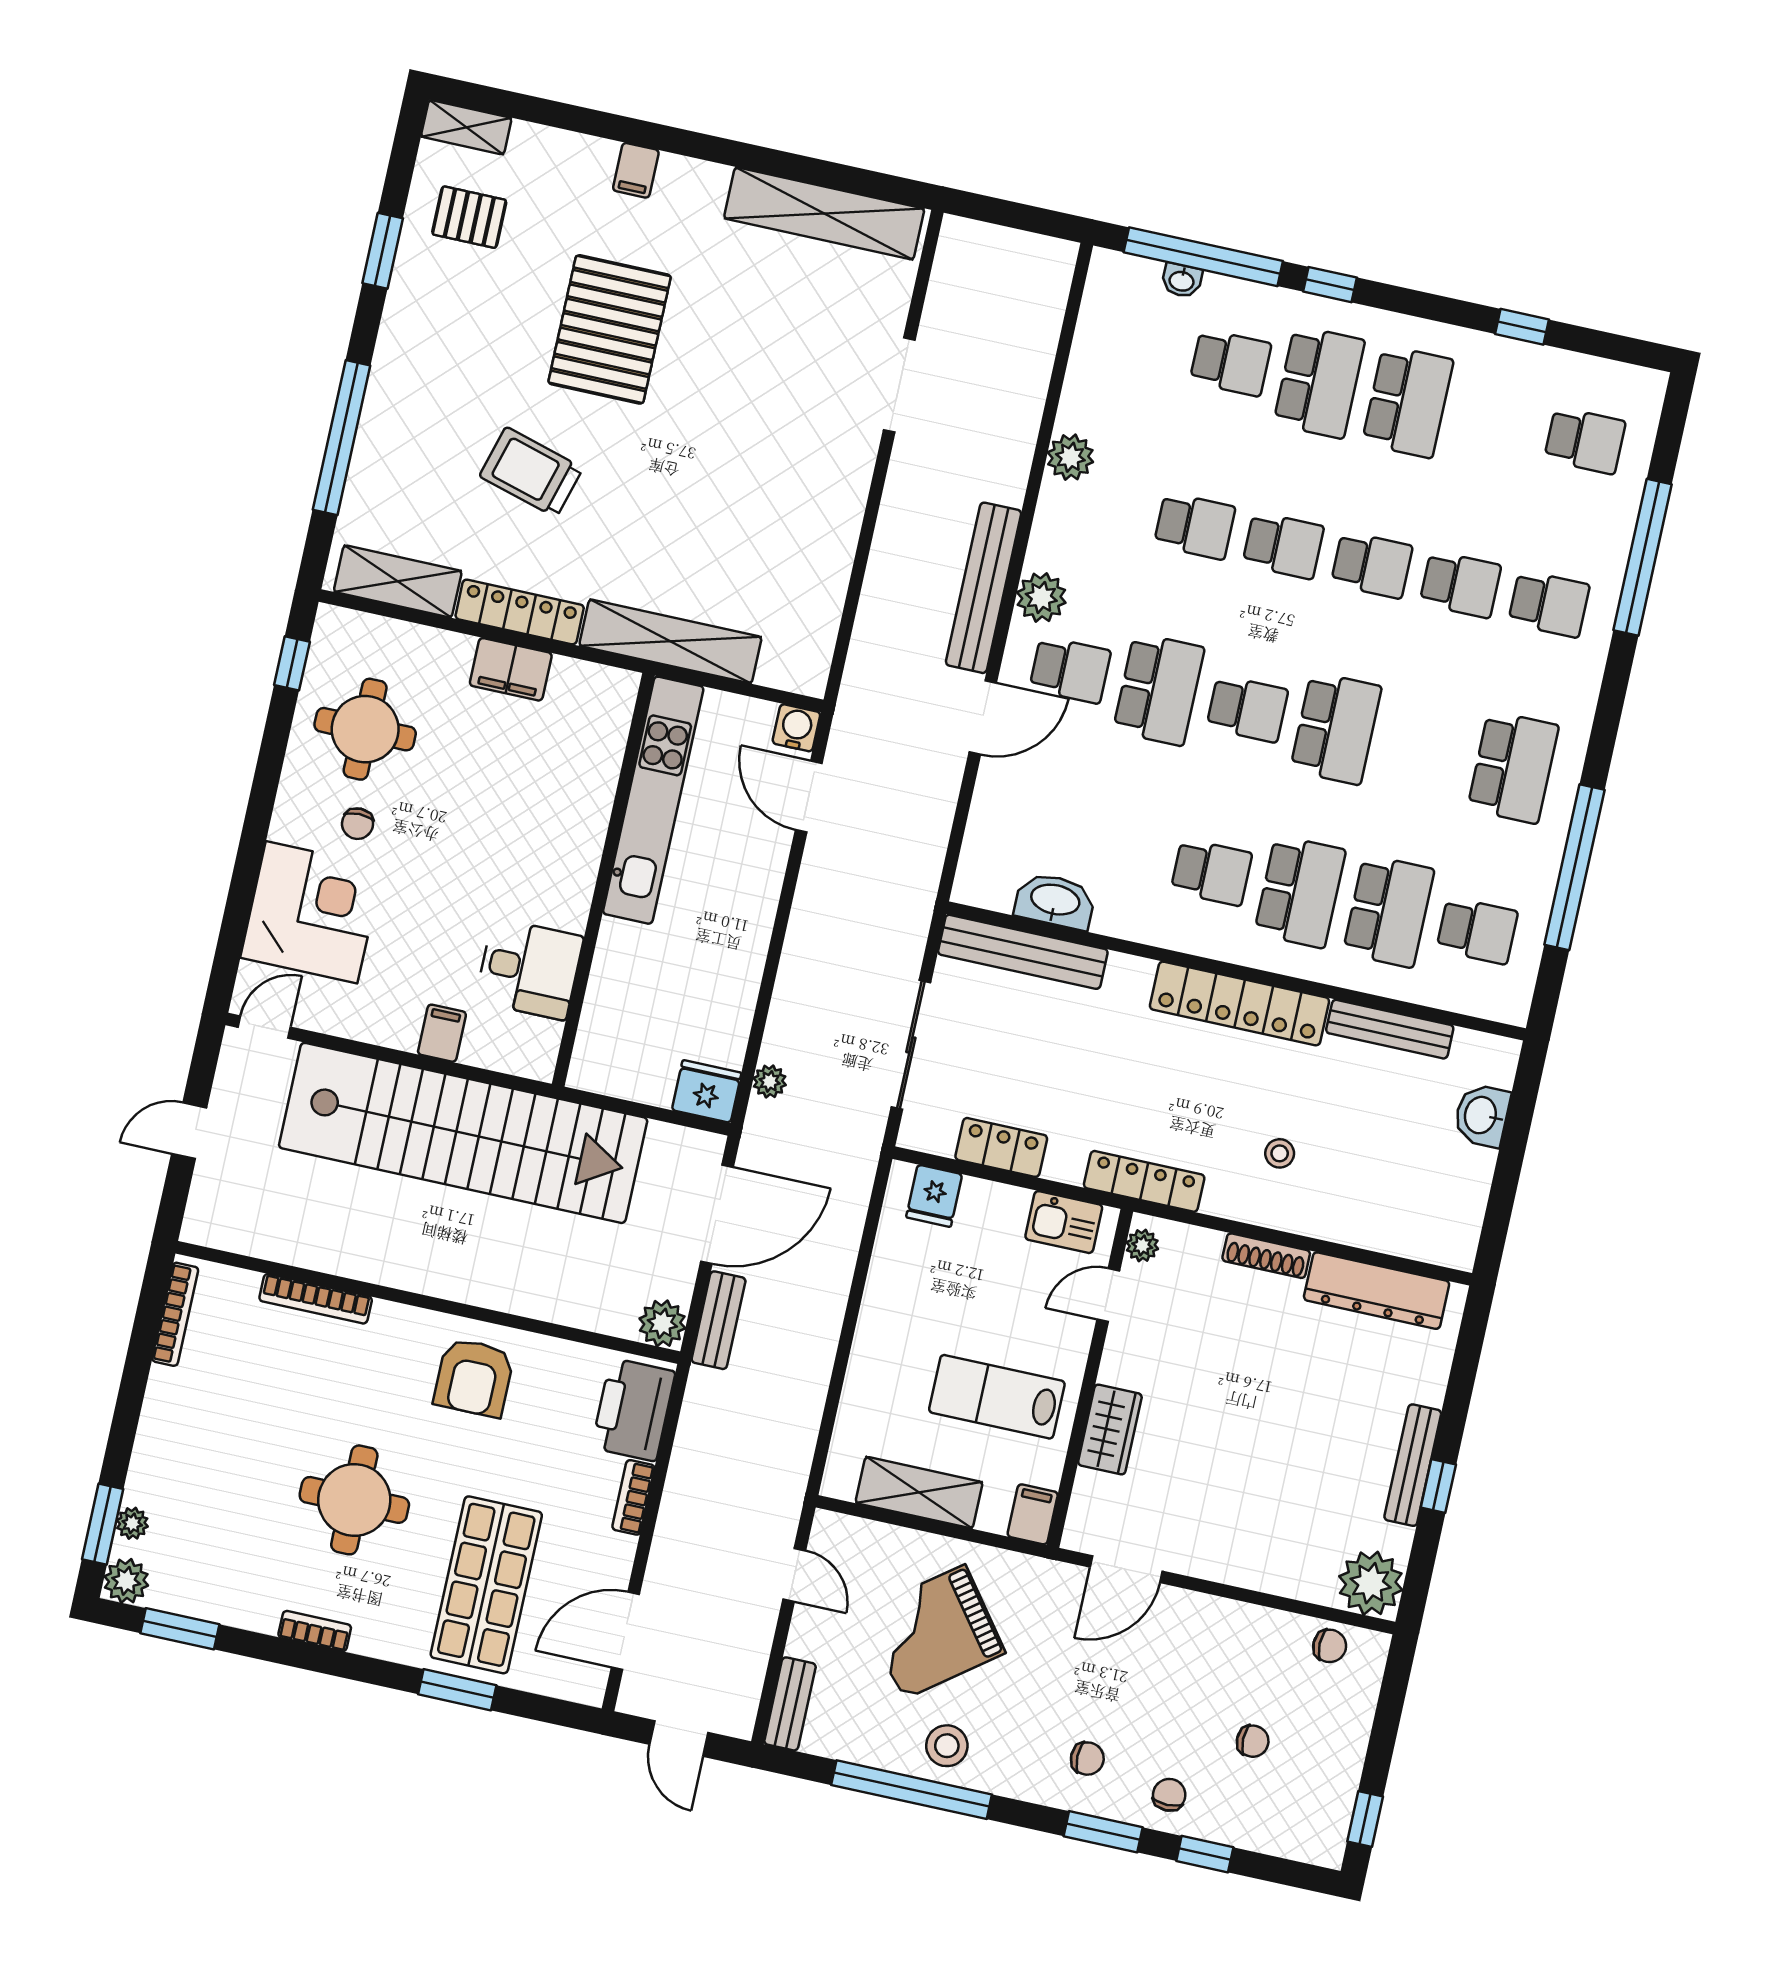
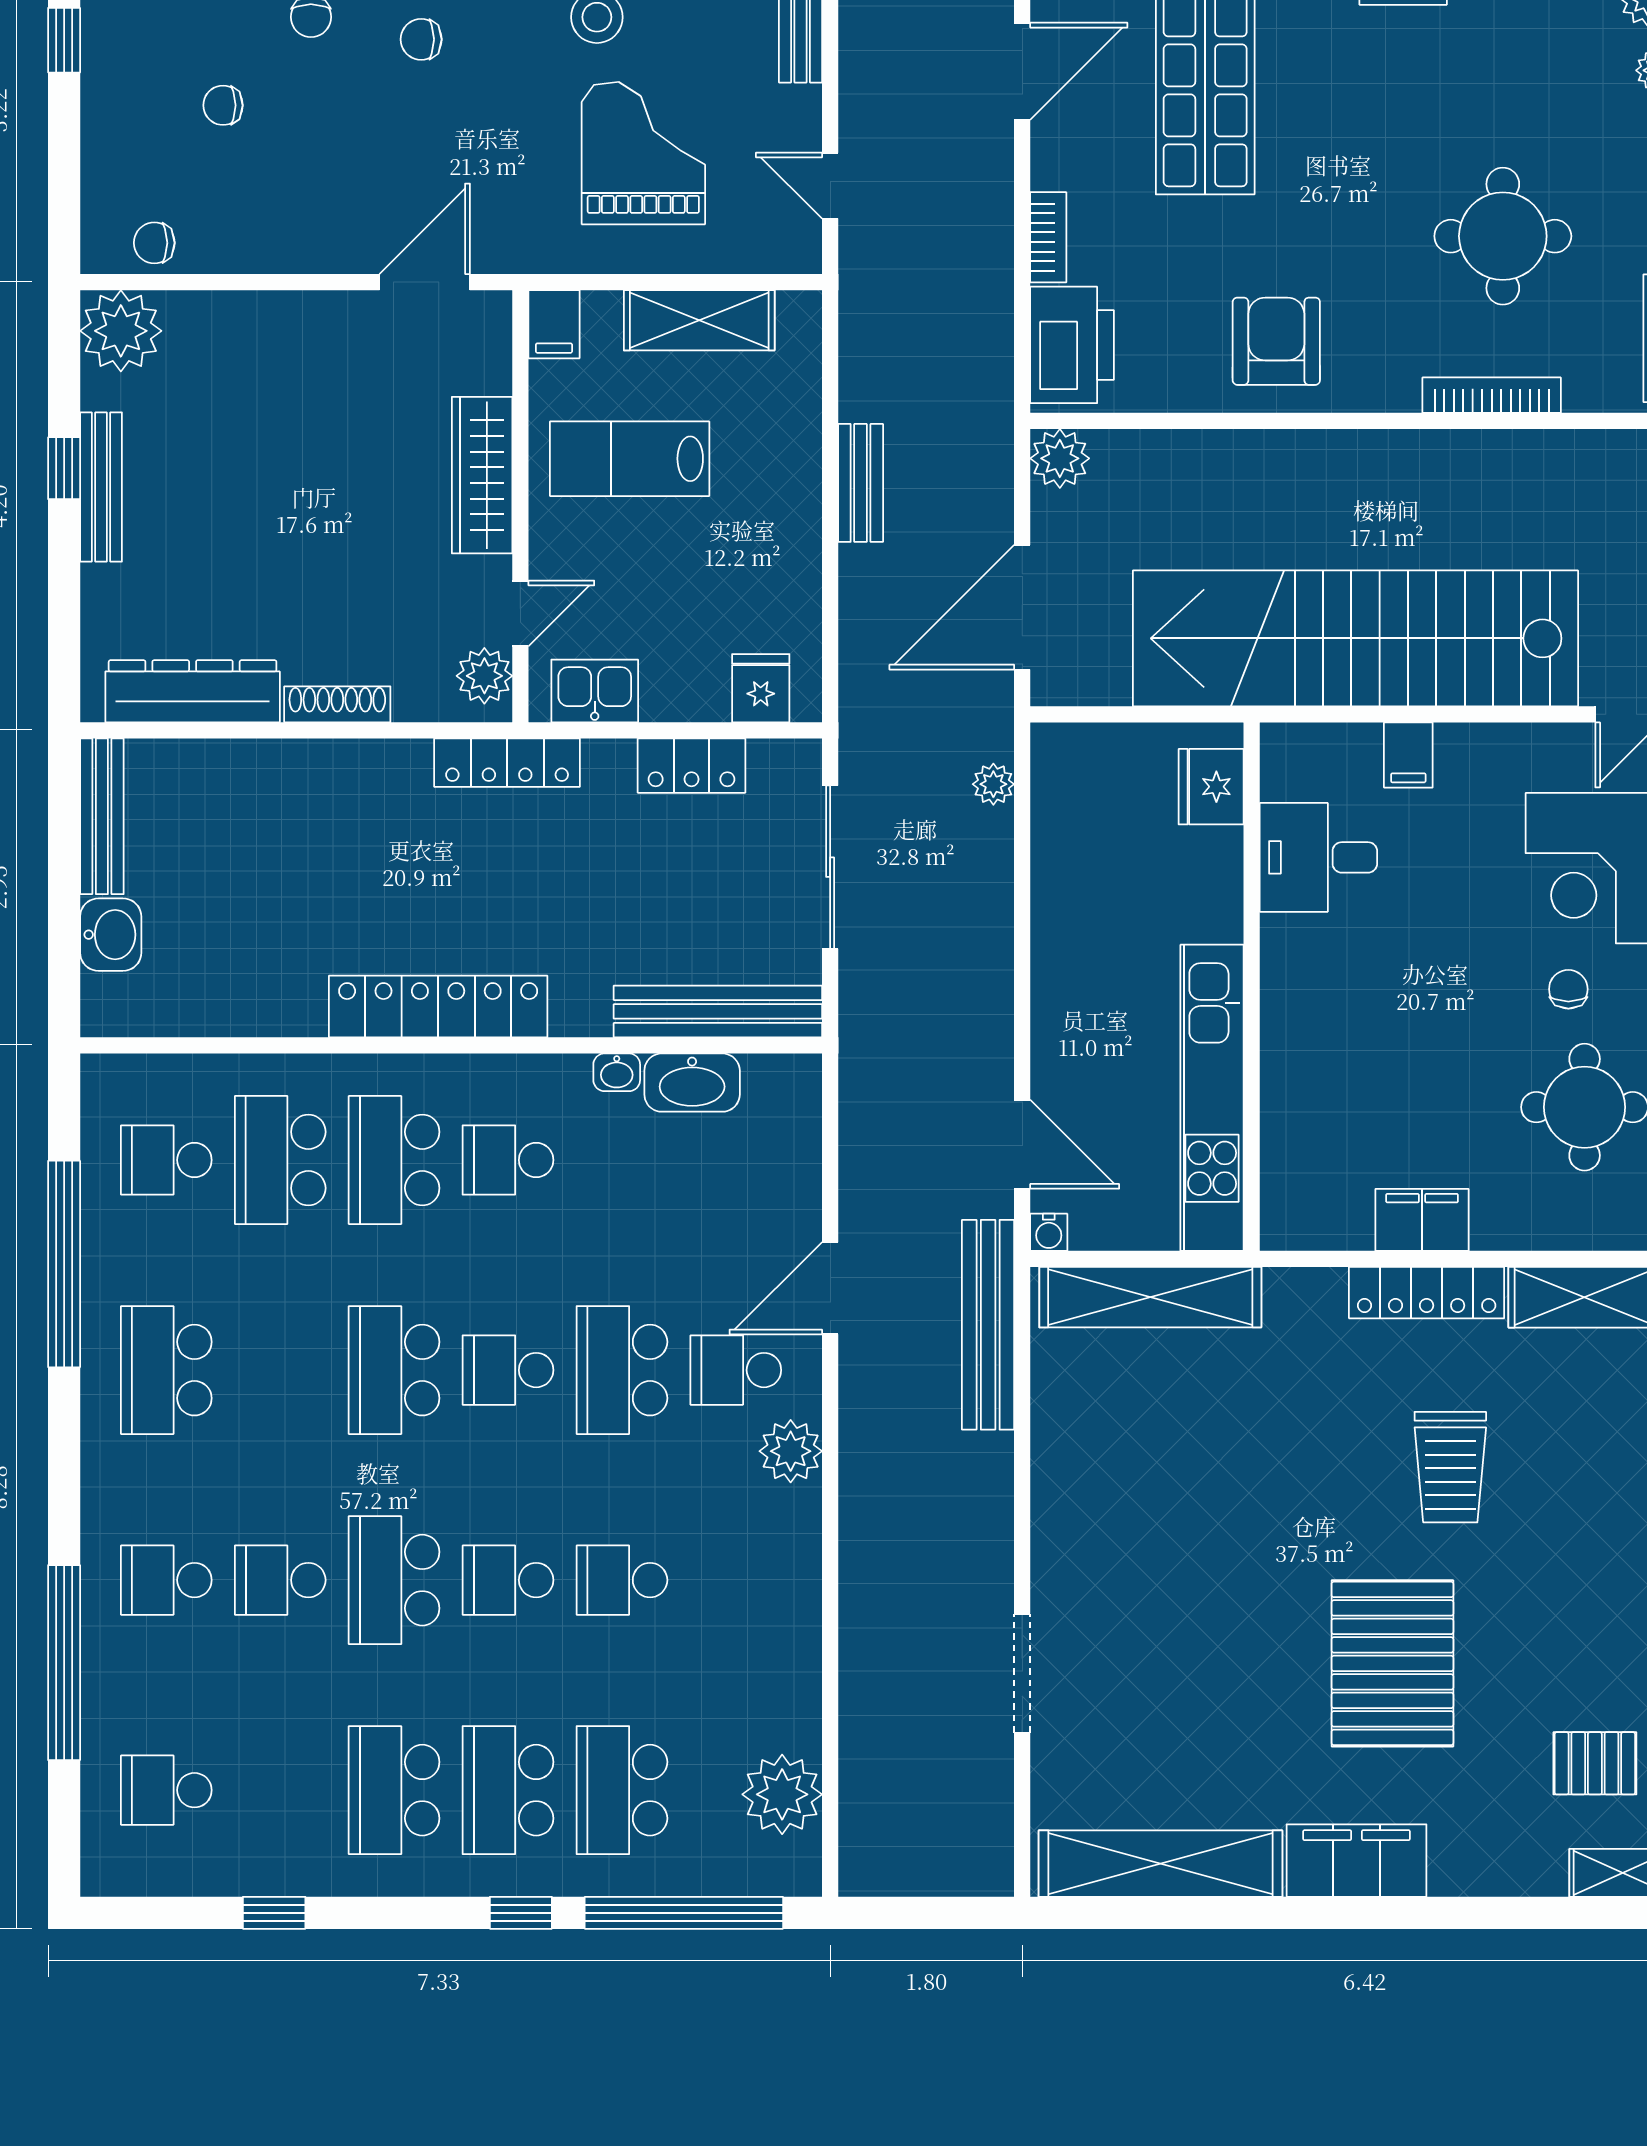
filing cabinet: (636, 170) -> (1357, 1861), width x3.00, depth x1.17
washbasin: (1182, 280) -> (617, 1072), moved, turned 180
school desk: (1231, 363) -> (622, 1790), width x1.85
plant: (1070, 457) -> (782, 1794), moved, width x1.36, depth x1.36
trolley: (531, 472) -> (1450, 1467), turned 74
school desk: (1372, 565) -> (394, 1580), width x1.85
bench: (984, 588) -> (988, 1325), moved
shelving: (670, 641) -> (1150, 1297), moved
water cooler: (796, 728) -> (1049, 1232), width x0.72, depth x0.72
bench: (1390, 1029) -> (102, 816), moved, turned 90
fridge: (707, 1091) -> (1211, 787), moved, turned 90
stool: (1280, 1153) -> (348, 833), removed
plant: (1142, 1246) -> (484, 676), width x1.38, depth x1.38
bench: (719, 1320) -> (861, 483), moved
lab bench: (997, 1397) -> (630, 459), turned 180
wardrobe: (1110, 1430) -> (482, 475), width x1.50
round table: (354, 1500) -> (1503, 236), moved
grand piano: (934, 1632) -> (643, 153), turned -53

